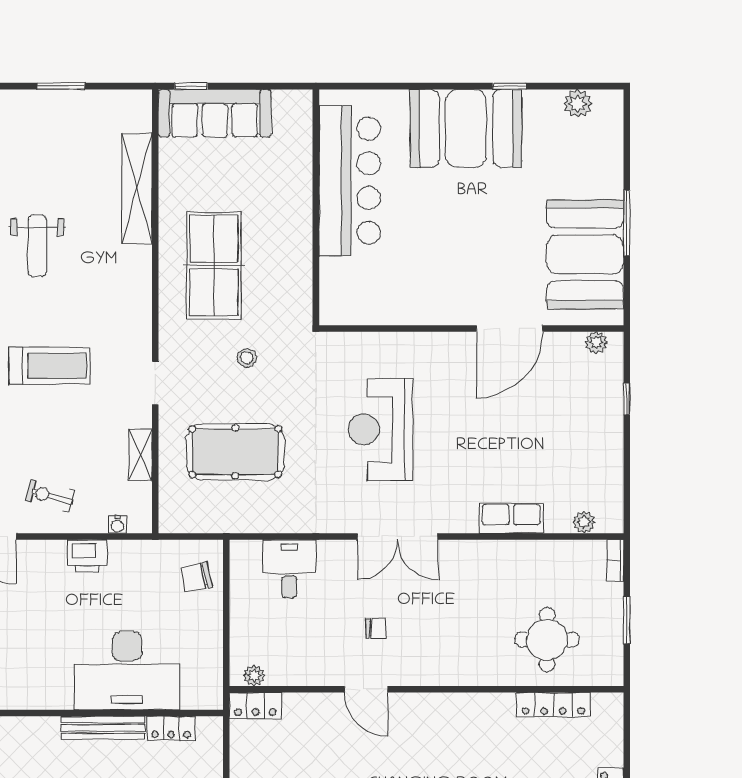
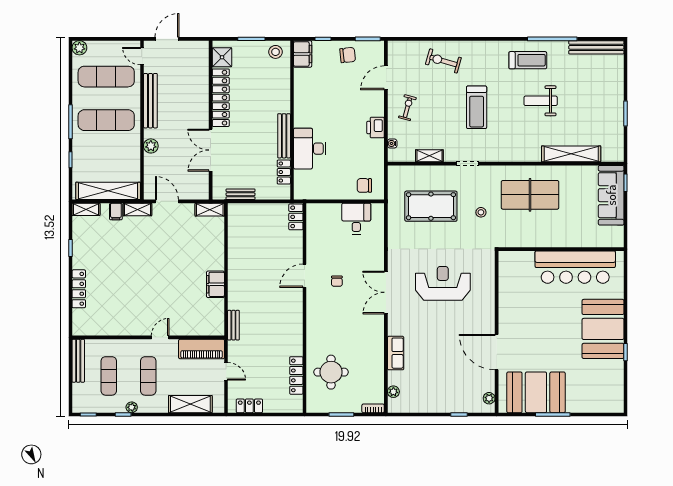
plant: (578, 104) -> (616, 388), removed
pool table: (235, 452) -> (431, 206), turned 90
desk: (289, 569) -> (356, 219), moved, turned -90
chair: (196, 577) -> (364, 185), turned -78
desk: (127, 671) -> (310, 149), width x0.73, depth x0.77
plant: (254, 675) -> (312, 216), removed

